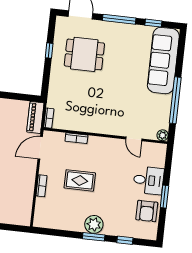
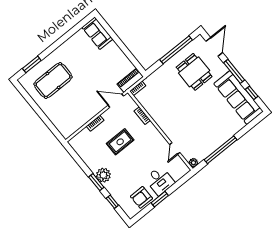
window: (49, 51) -> (176, 50), width x3.17
sofa: (163, 61) -> (238, 98), moved, turned -90
rug: (80, 180) -> (120, 142), turned 90

